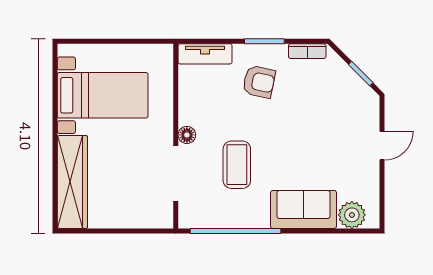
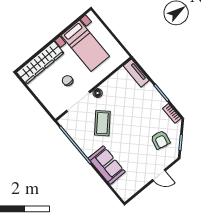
armchair: (259, 82) -> (160, 140), moved
chair: (132, 164) -> (68, 81), added
coffee table: (237, 165) -> (102, 123), turned -47
plant: (352, 215) -> (121, 186), removed

